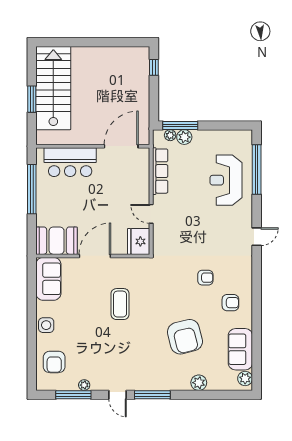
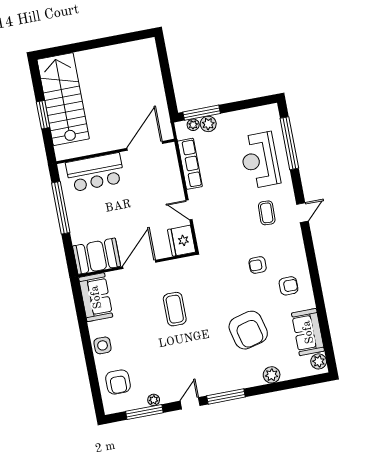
window: (154, 67) -> (163, 58), removed
coffee table: (223, 231) -> (267, 213), added
armchair: (205, 278) -> (258, 265), turned 180
door: (118, 395) -> (190, 403), swing flipped

